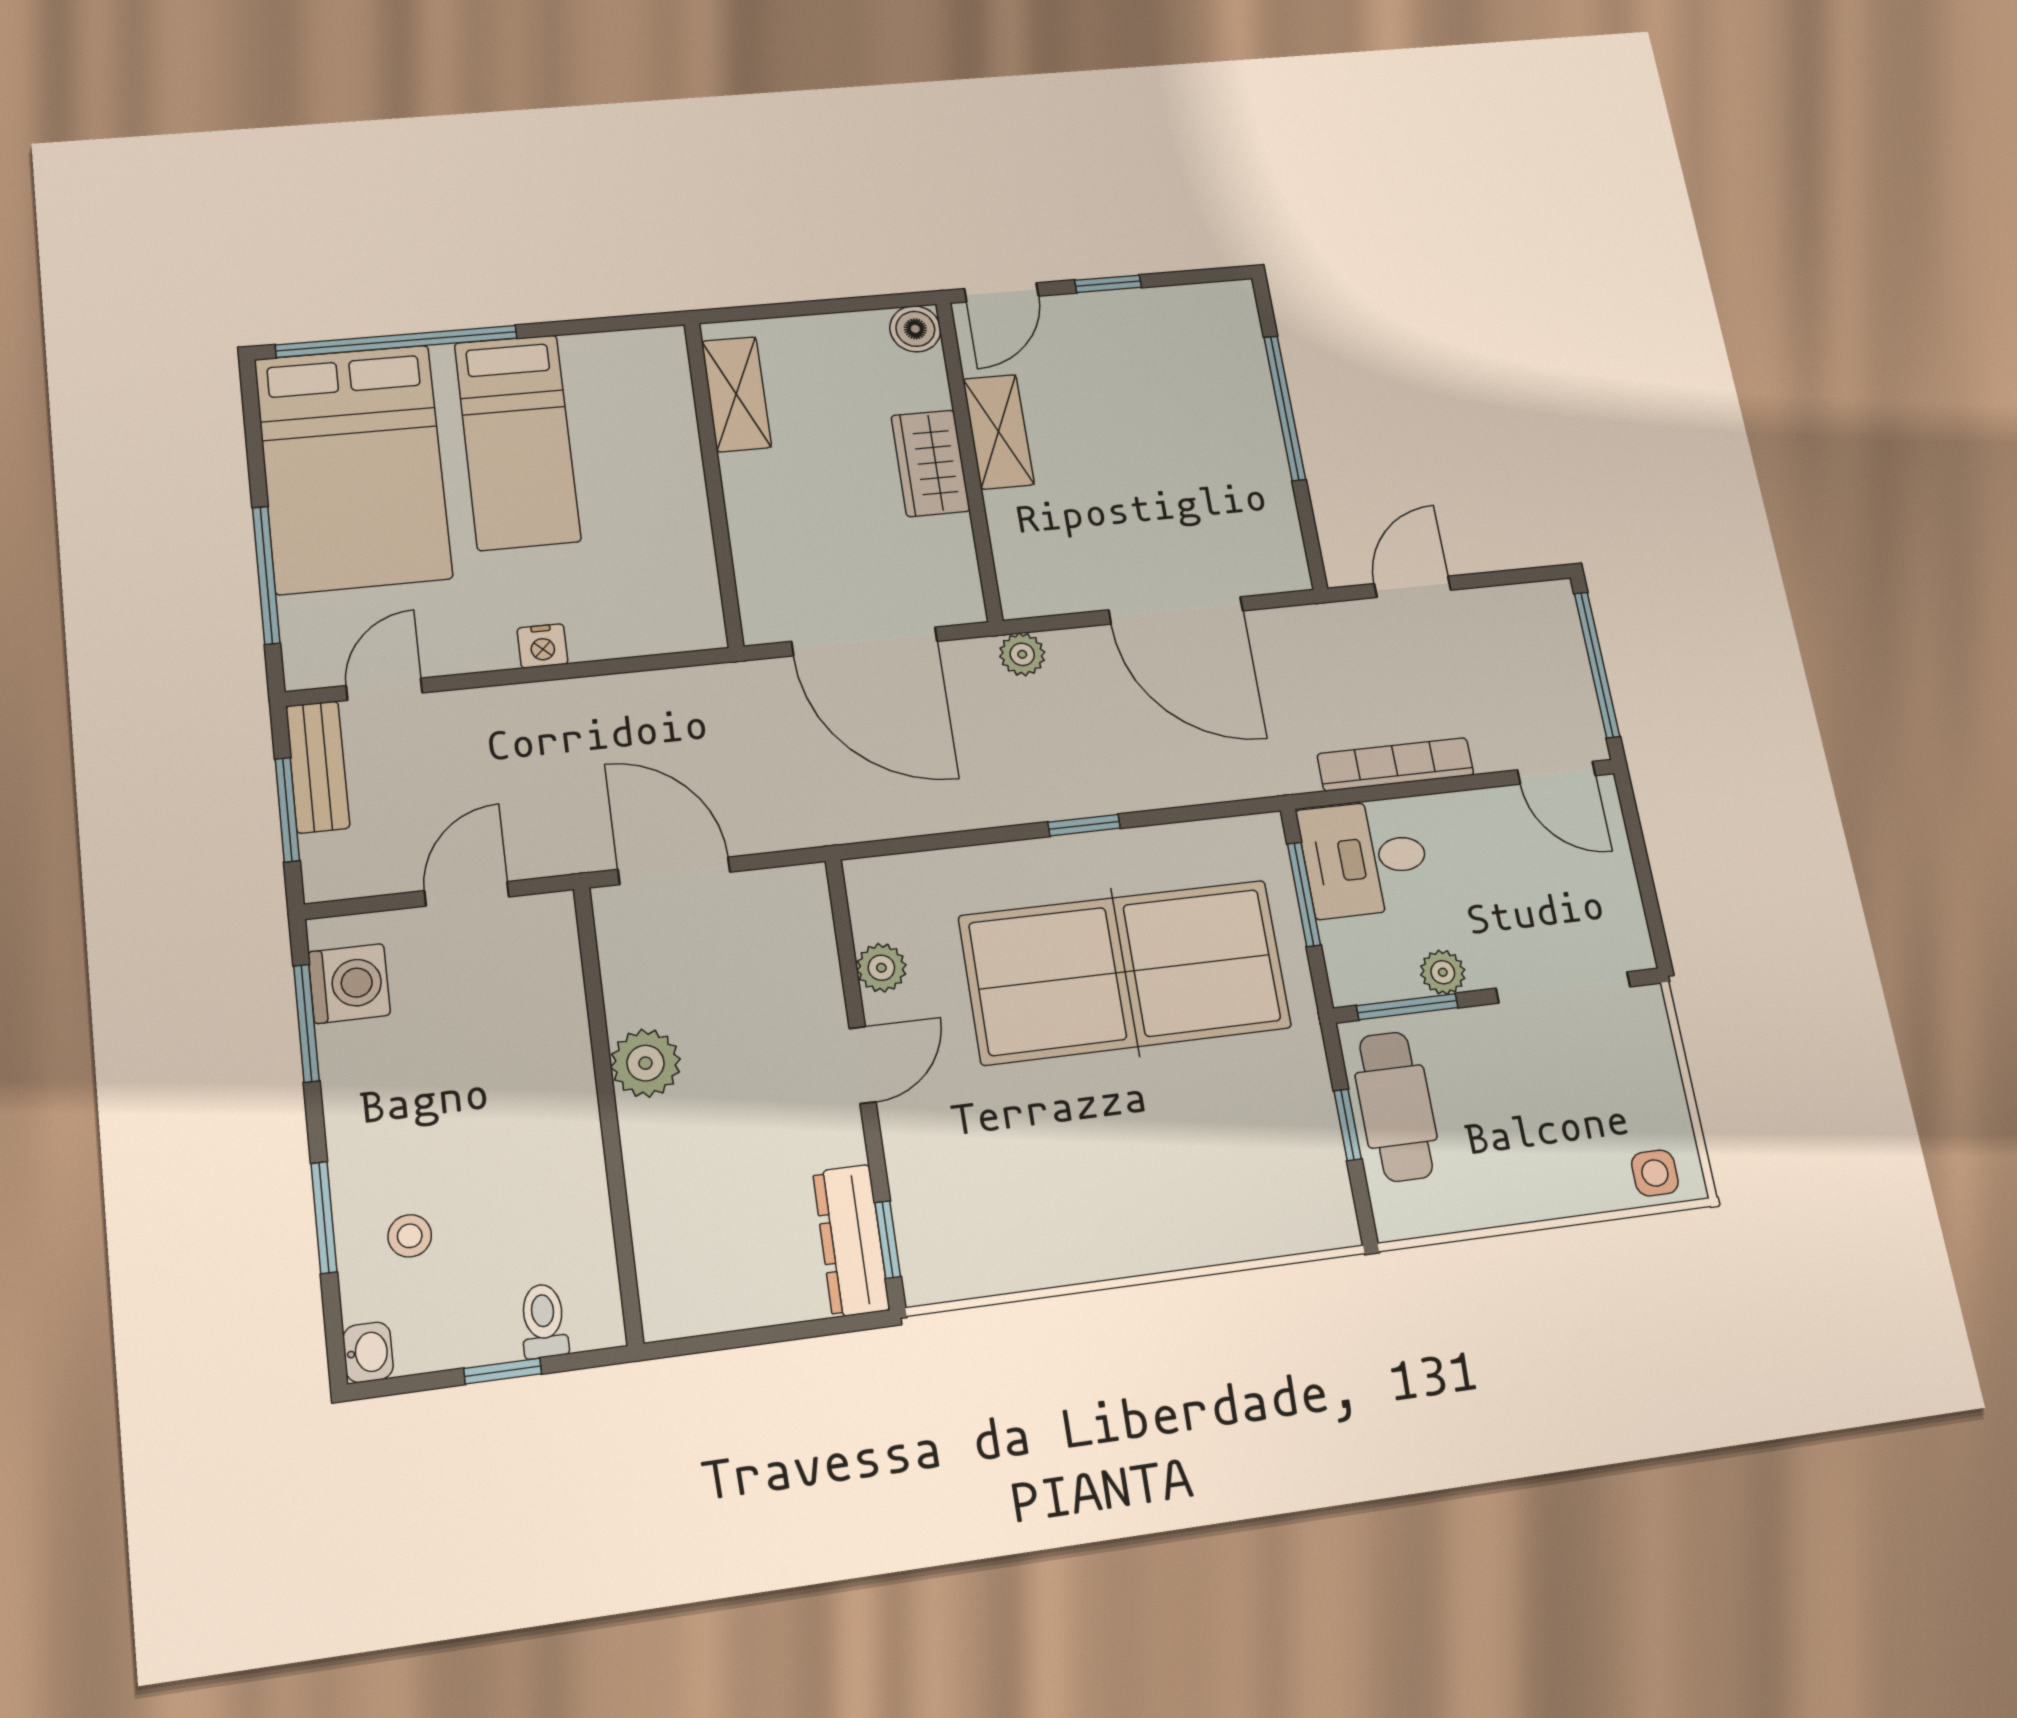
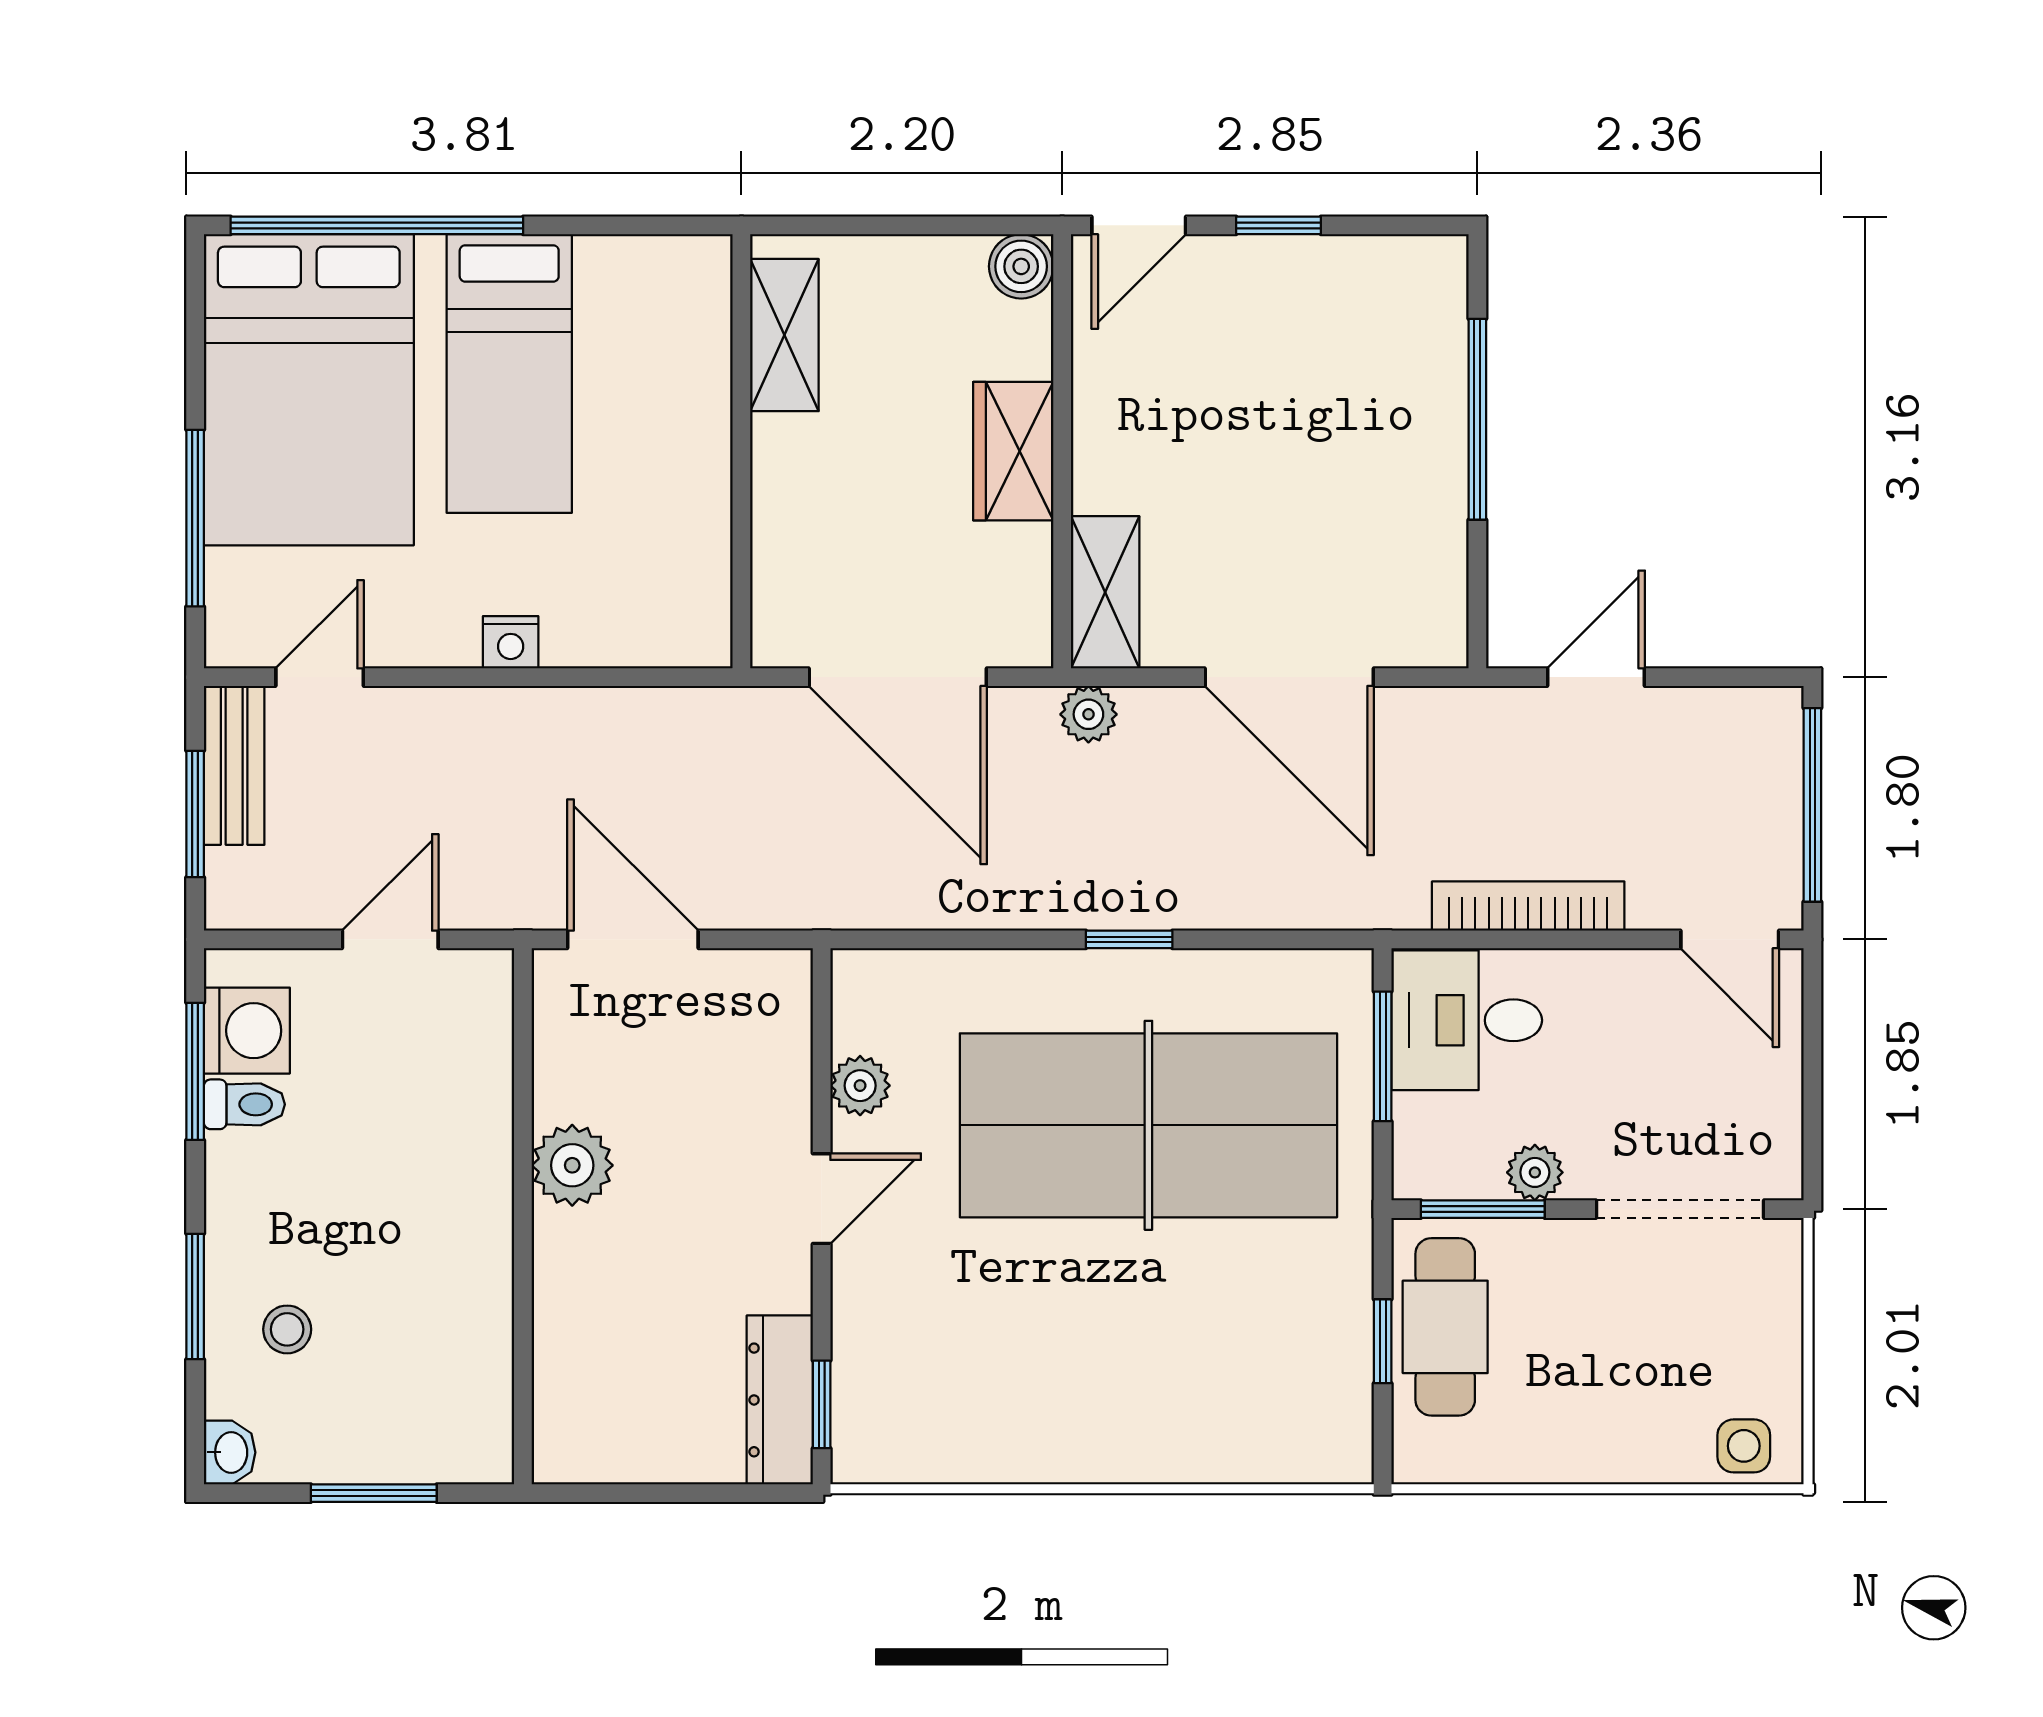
shelving: (998, 432) -> (1105, 592), moved
toilet: (544, 1321) -> (244, 1104), moved, turned 90
window: (503, 1371) -> (374, 1493), width x1.50

